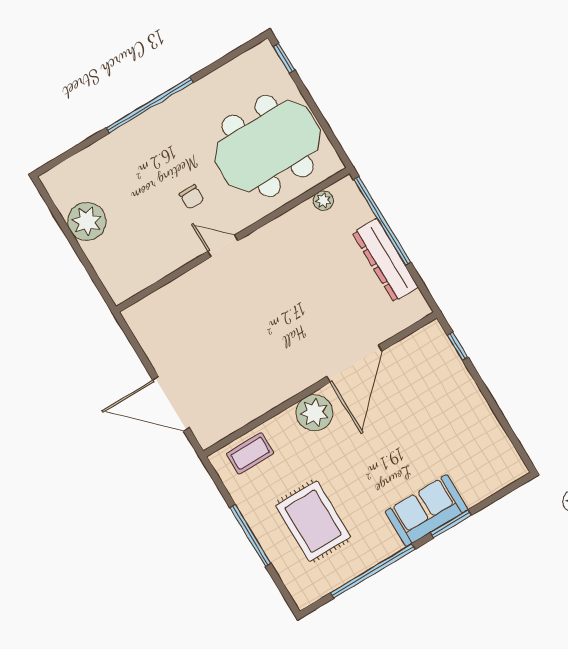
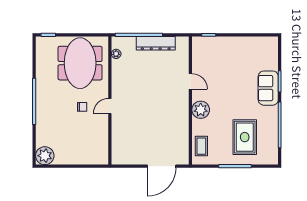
plant: (87, 221) -> (45, 156), moved
door: (354, 364) -> (190, 81), width x0.53
rug: (313, 521) -> (245, 137), turned 90

